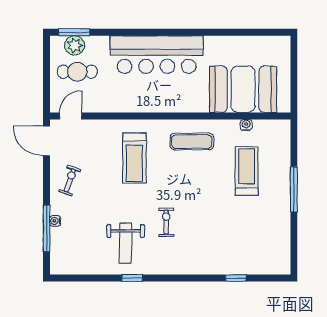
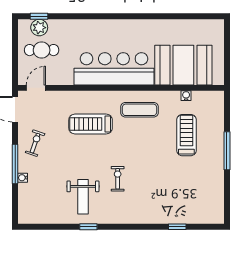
window: (74, 32) -> (39, 16), width x0.67
bar counter: (157, 55) -> (114, 69), moved, turned 180
treadmill: (135, 158) -> (91, 124), turned 90
window: (46, 228) -> (15, 164), moved

